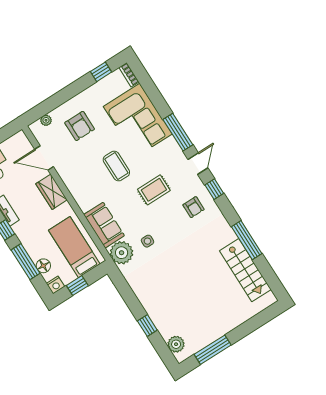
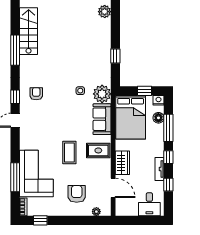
window: (178, 132) -> (15, 177), moved
rug: (154, 190) -> (98, 150), moved
bed: (74, 247) -> (131, 117), width x1.50
window: (147, 325) -> (115, 56), moved

